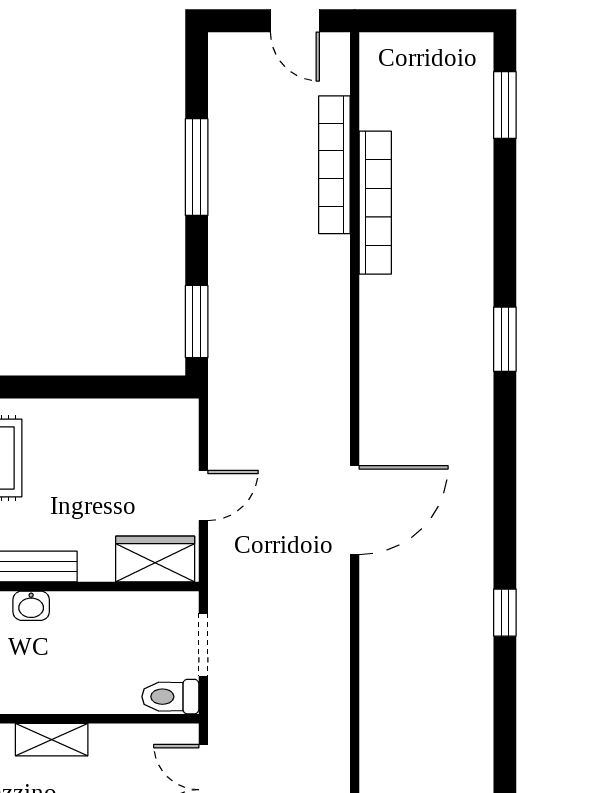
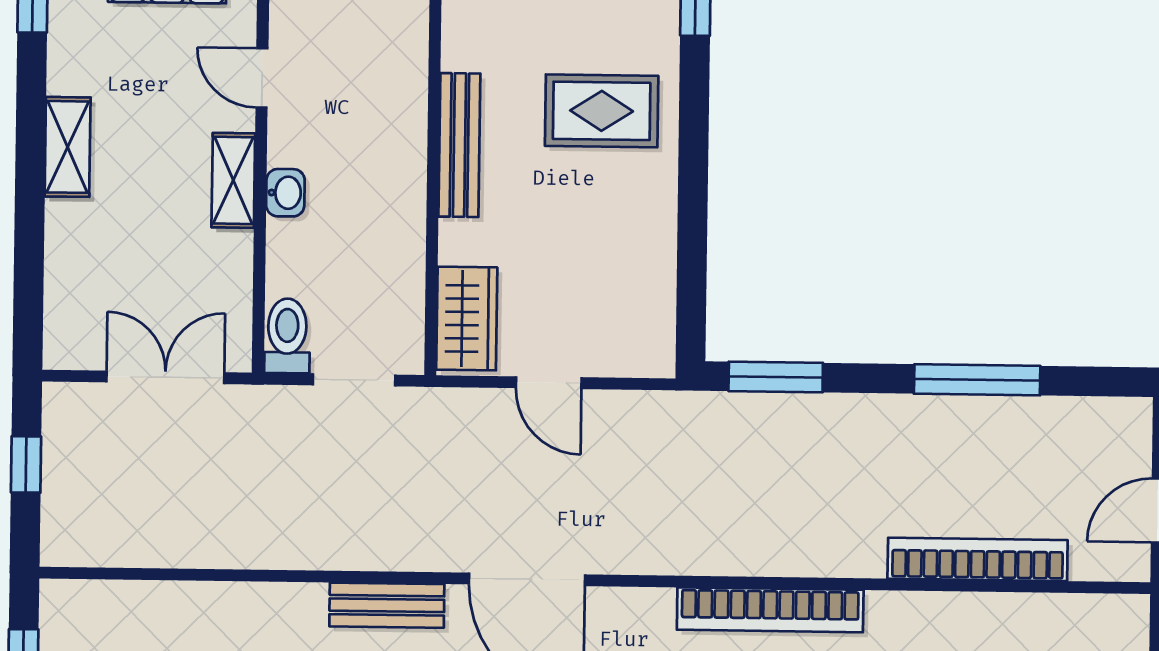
bookcase: (375, 203) -> (770, 610), moved
washbasin: (31, 606) -> (285, 193), moved, turned 180
bench: (376, 617) -> (387, 605), added

